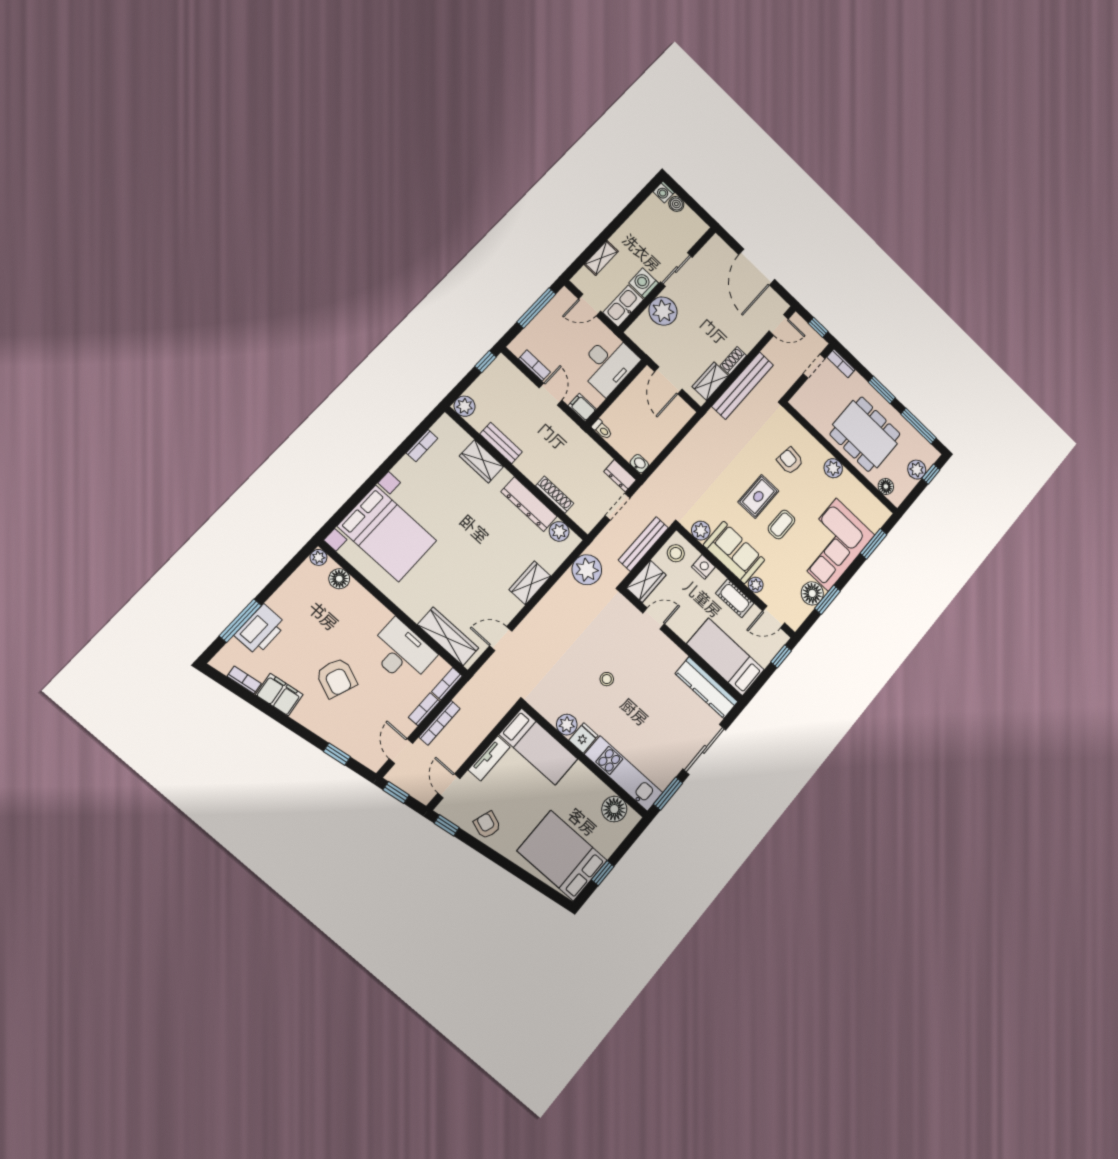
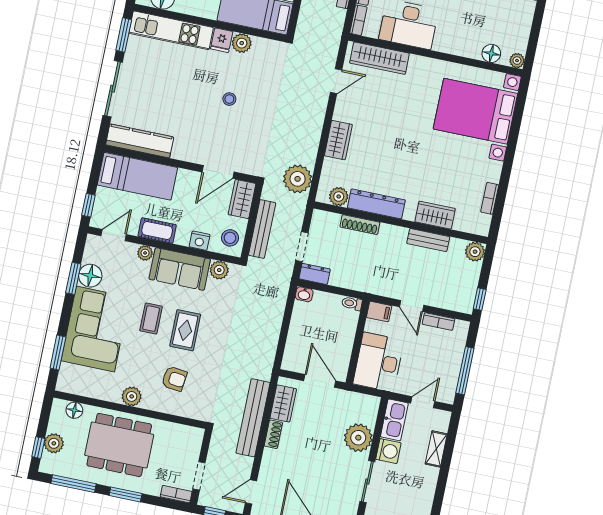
door: (654, 618) -> (218, 172), width x1.38

